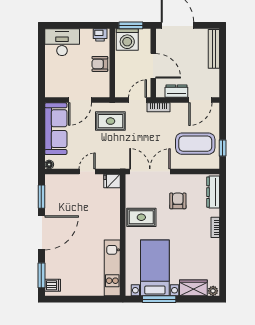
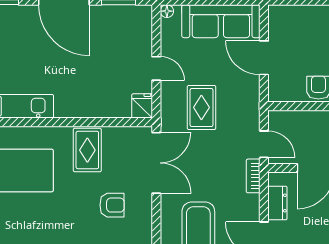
rug: (110, 121) -> (201, 107), moved

